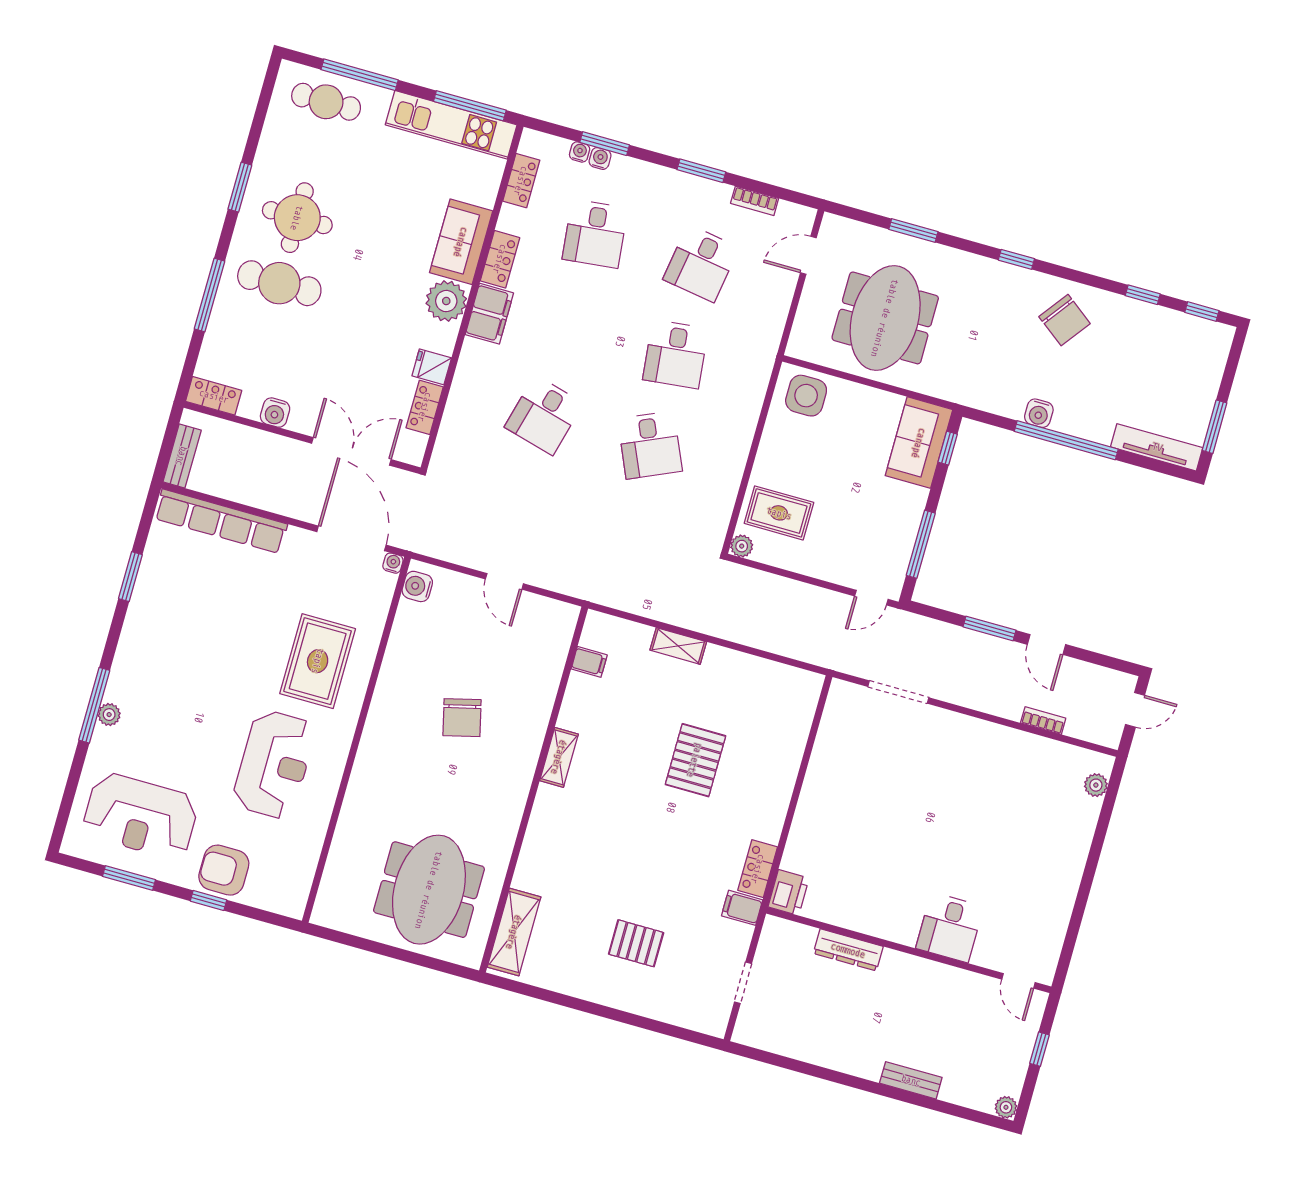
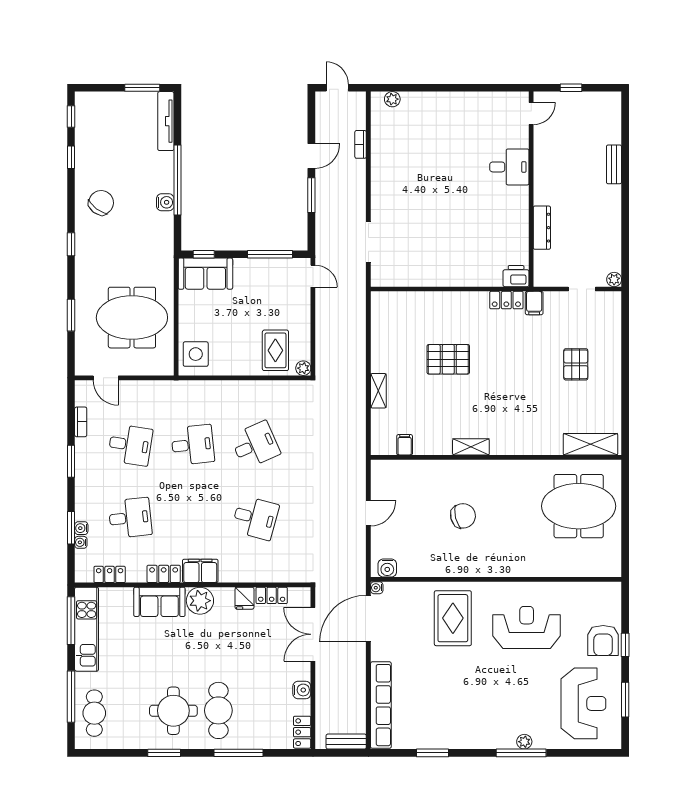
rug: (318, 661) -> (453, 618), turned 90
plant: (1006, 1107) -> (614, 279), moved

